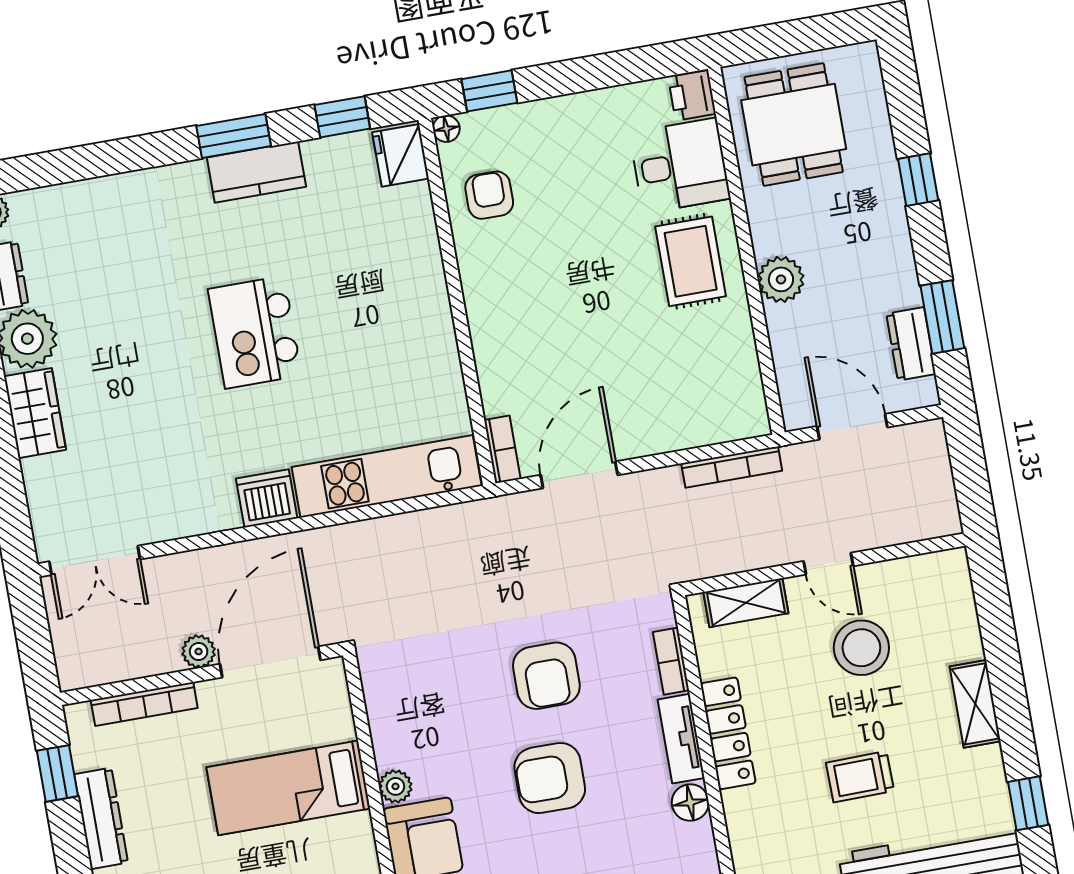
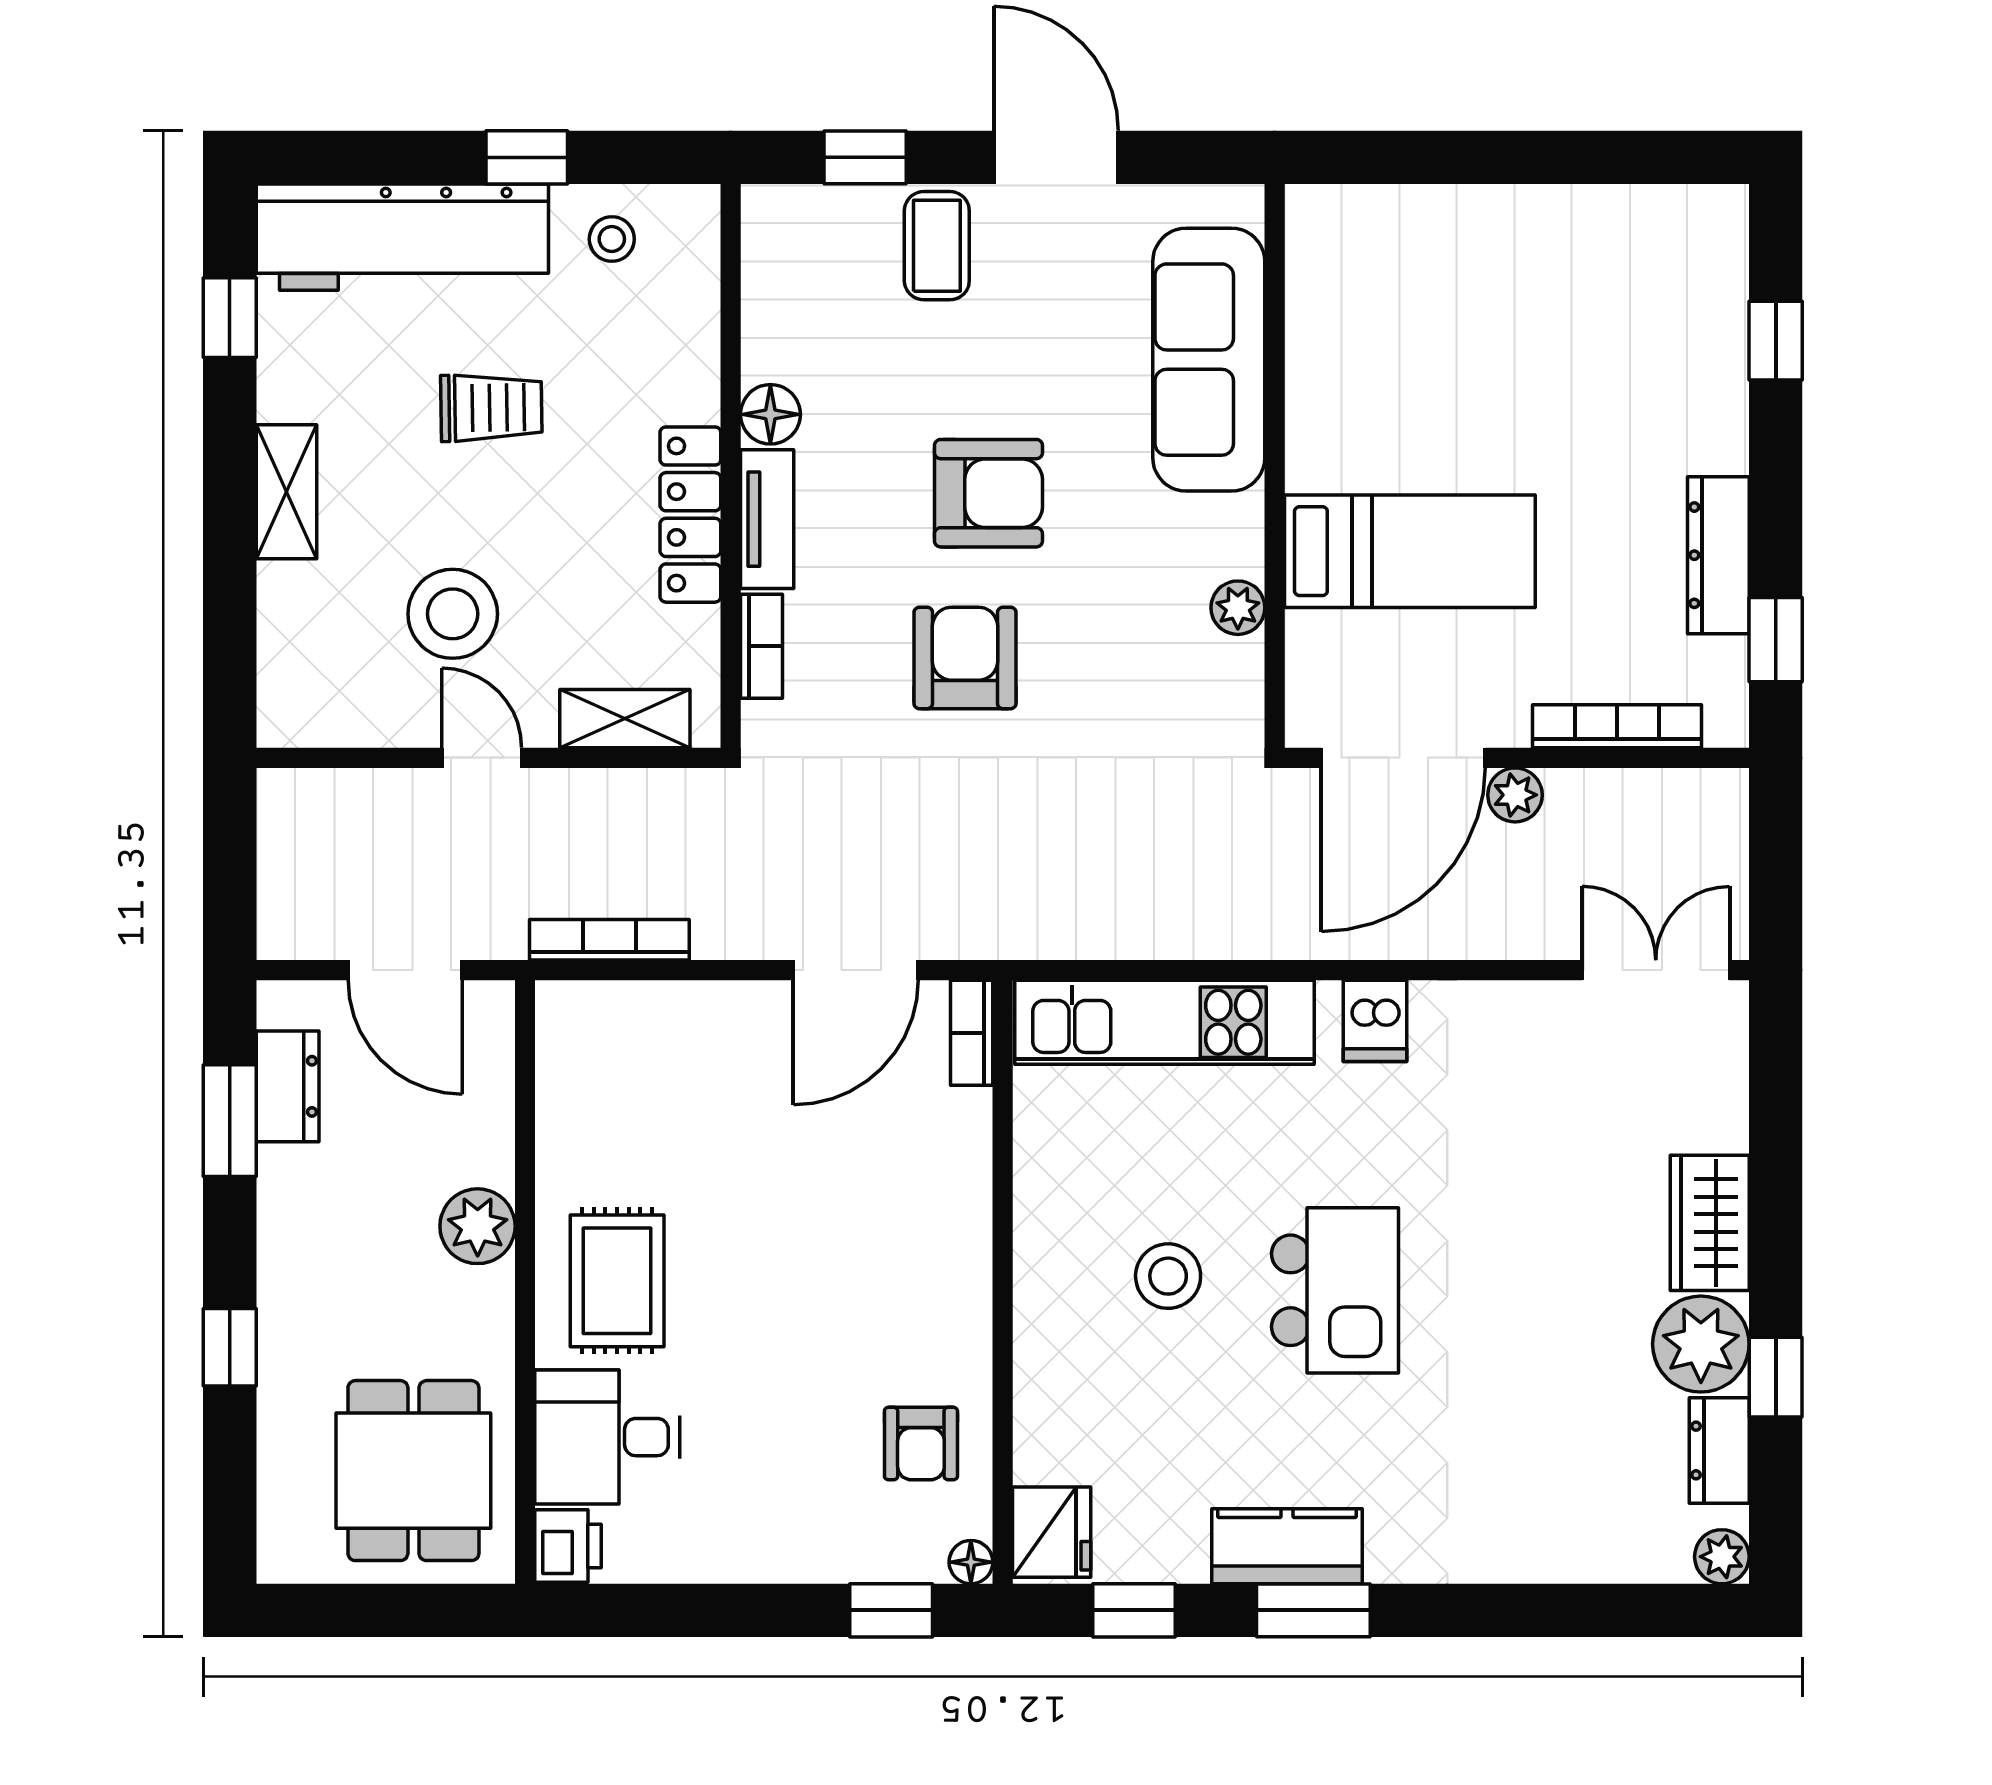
stool: (357, 323) -> (1168, 1276), added
dishwasher: (267, 498) -> (1375, 1021), width x0.73
plant: (395, 786) -> (1238, 608), moved

